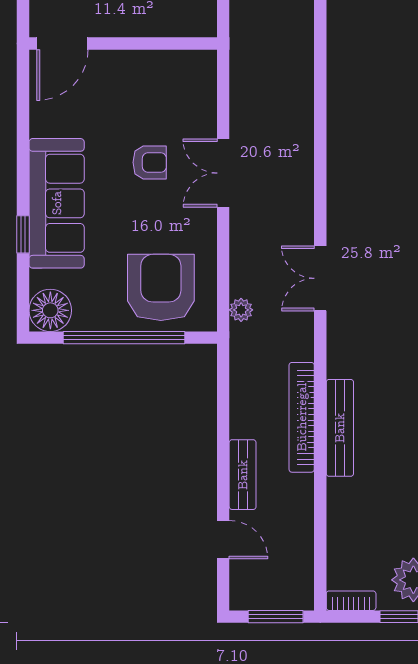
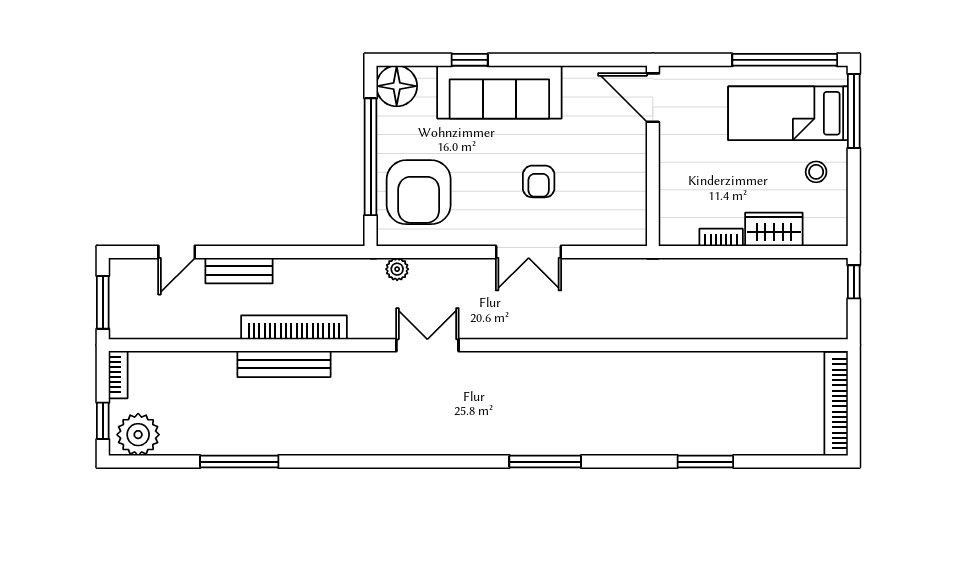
double door: (223, 173) -> (529, 252), swing flipped
armchair: (161, 287) -> (419, 192), turned 90

